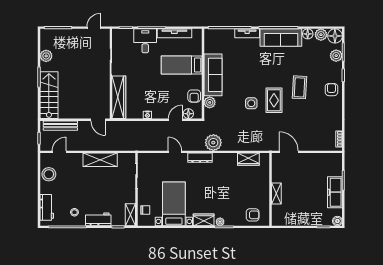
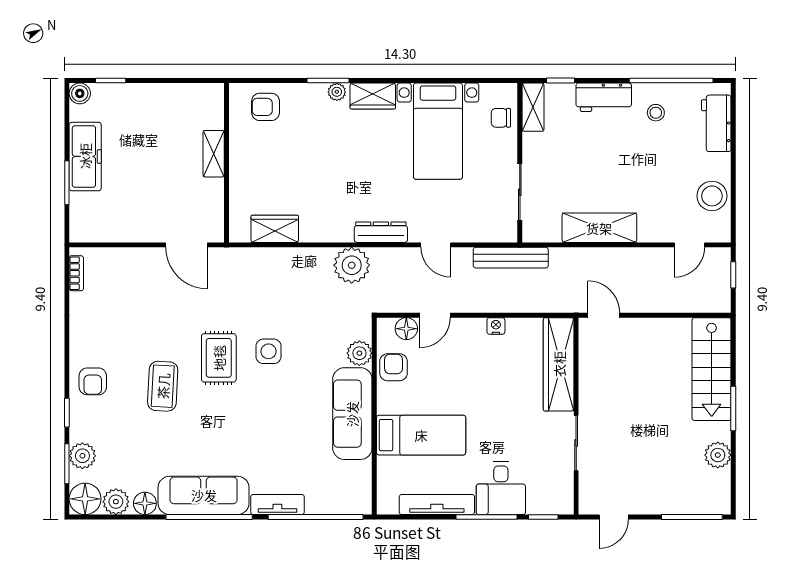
bench: (60, 126) -> (511, 258), moved

